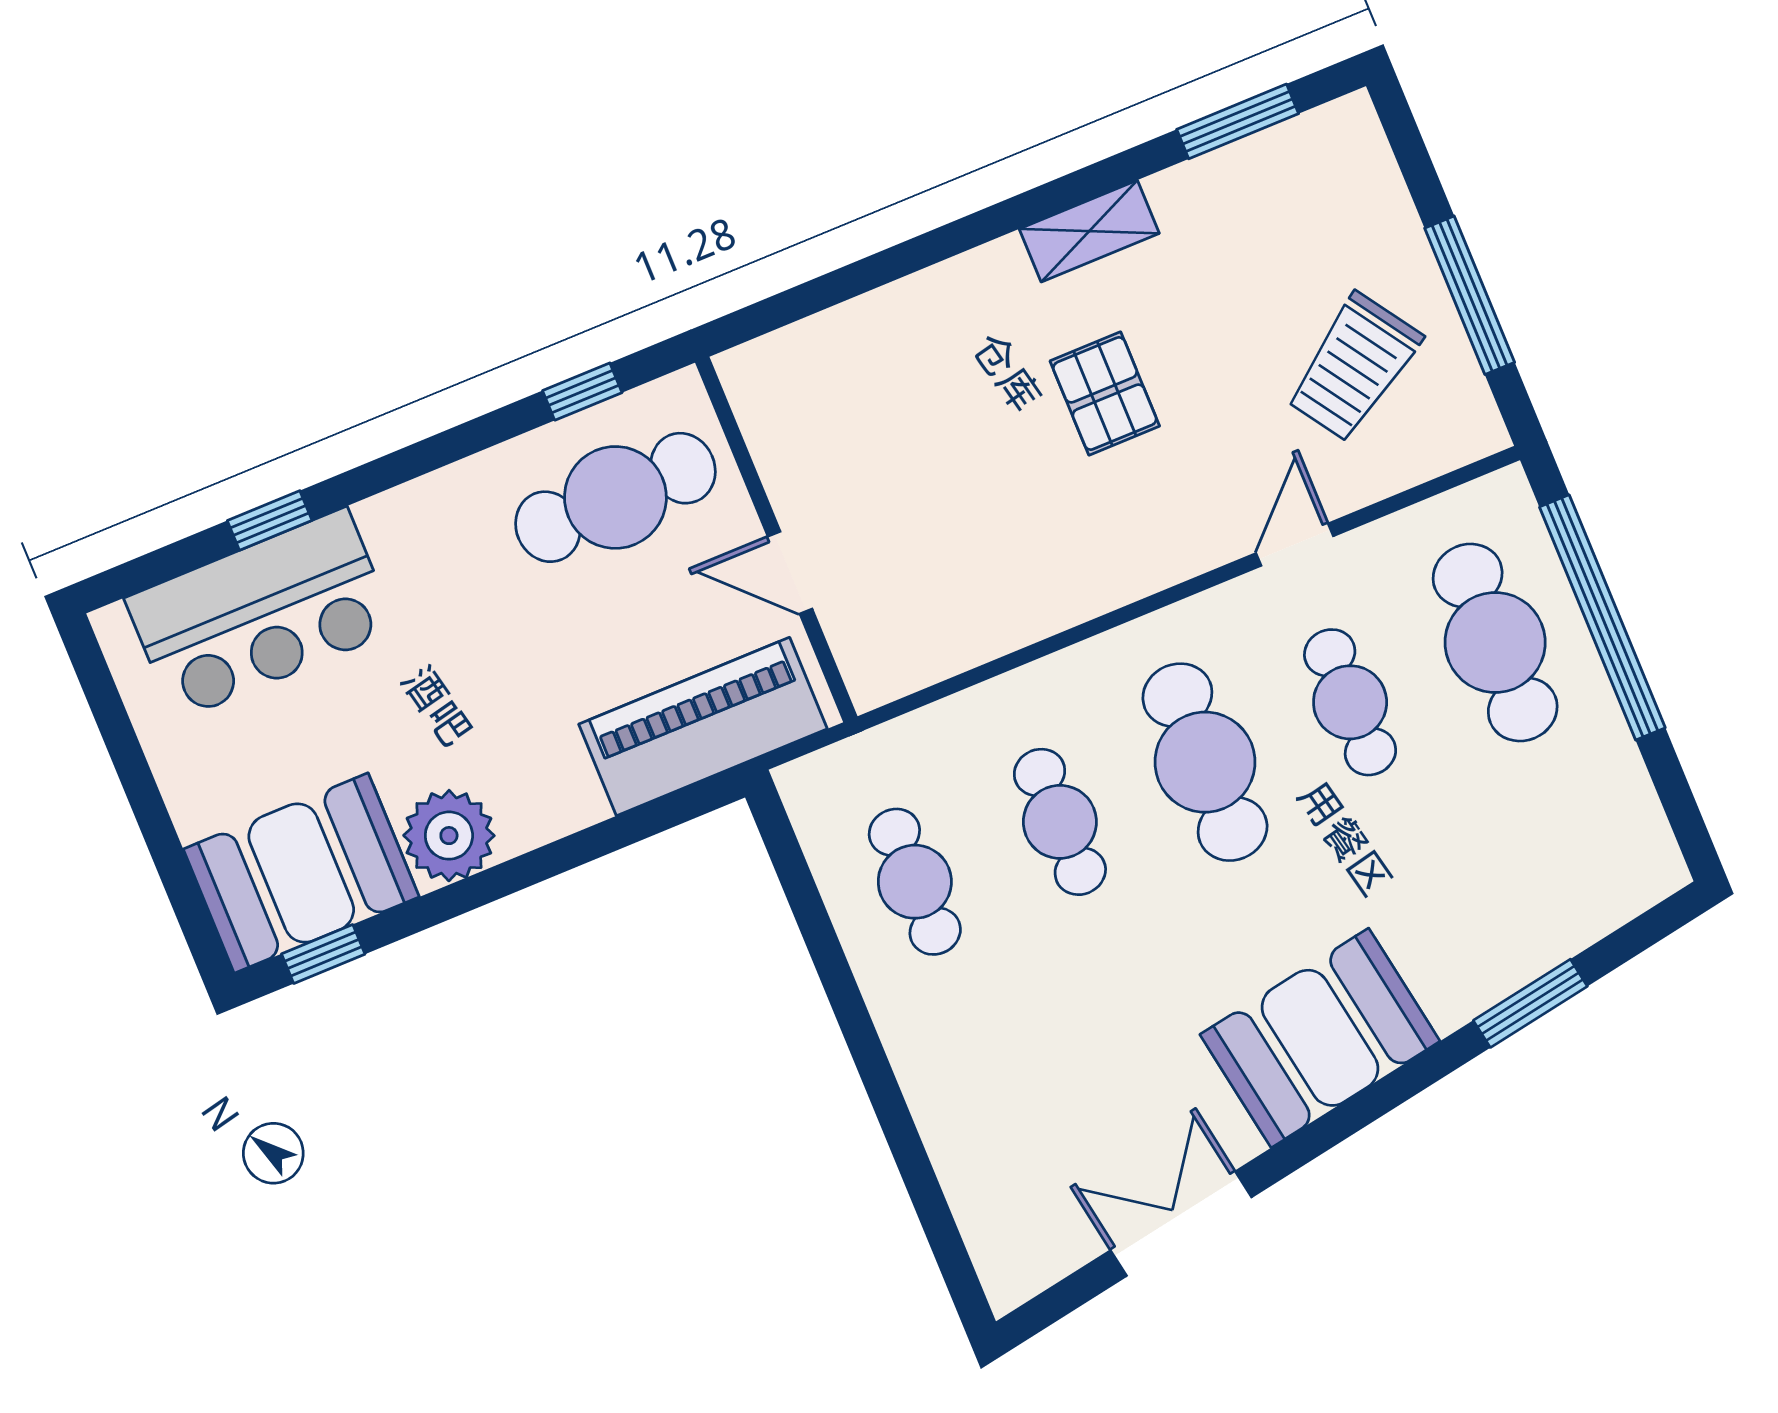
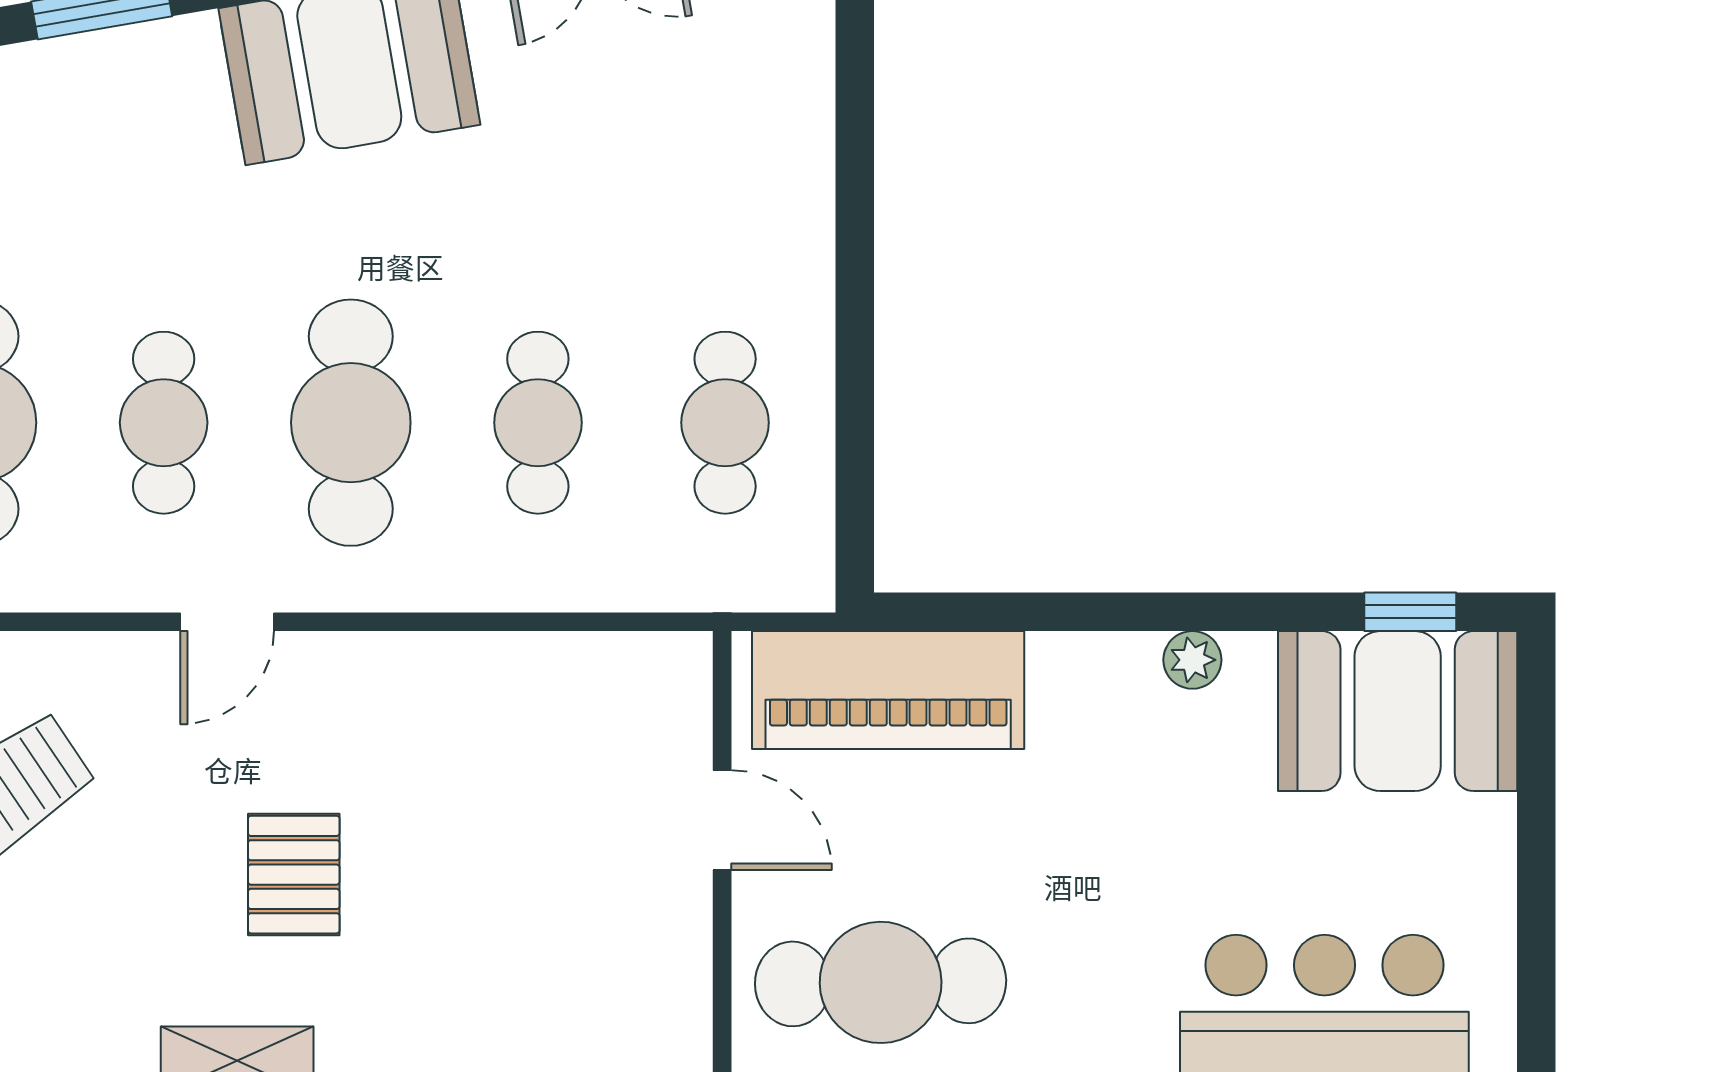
door: (1295, 545) -> (227, 622), moved
plant: (449, 836) -> (1192, 660), width x0.53, depth x0.53

